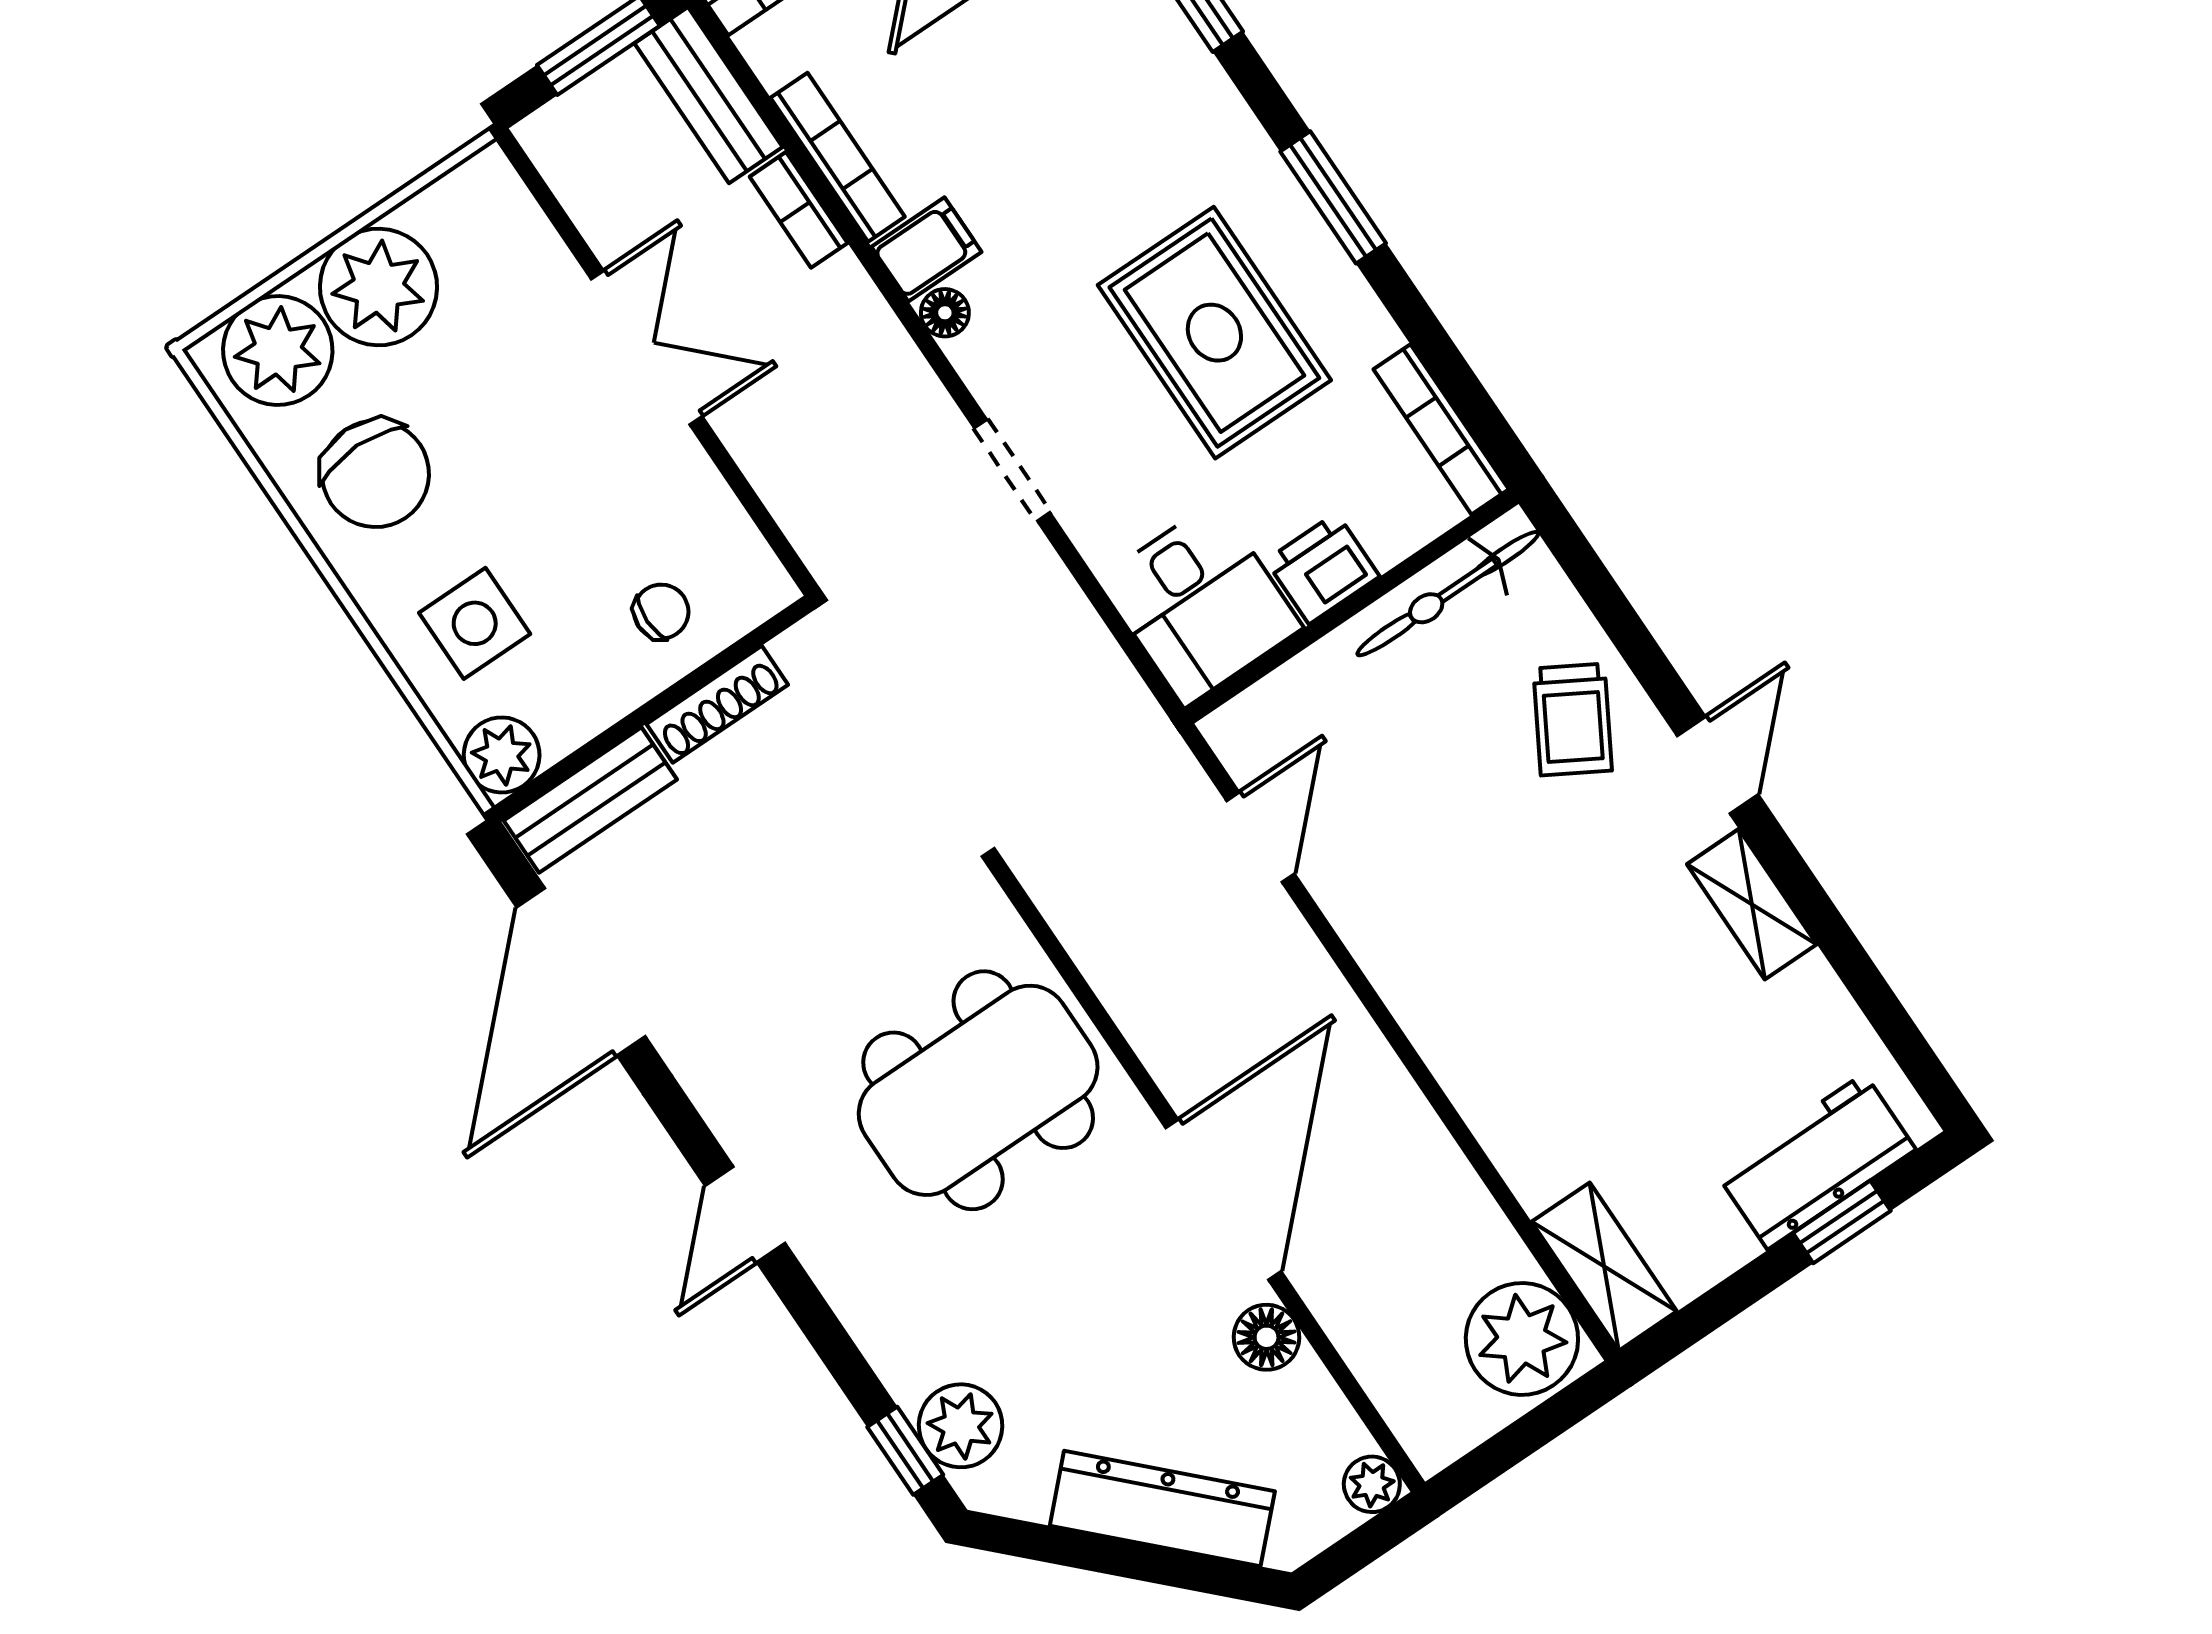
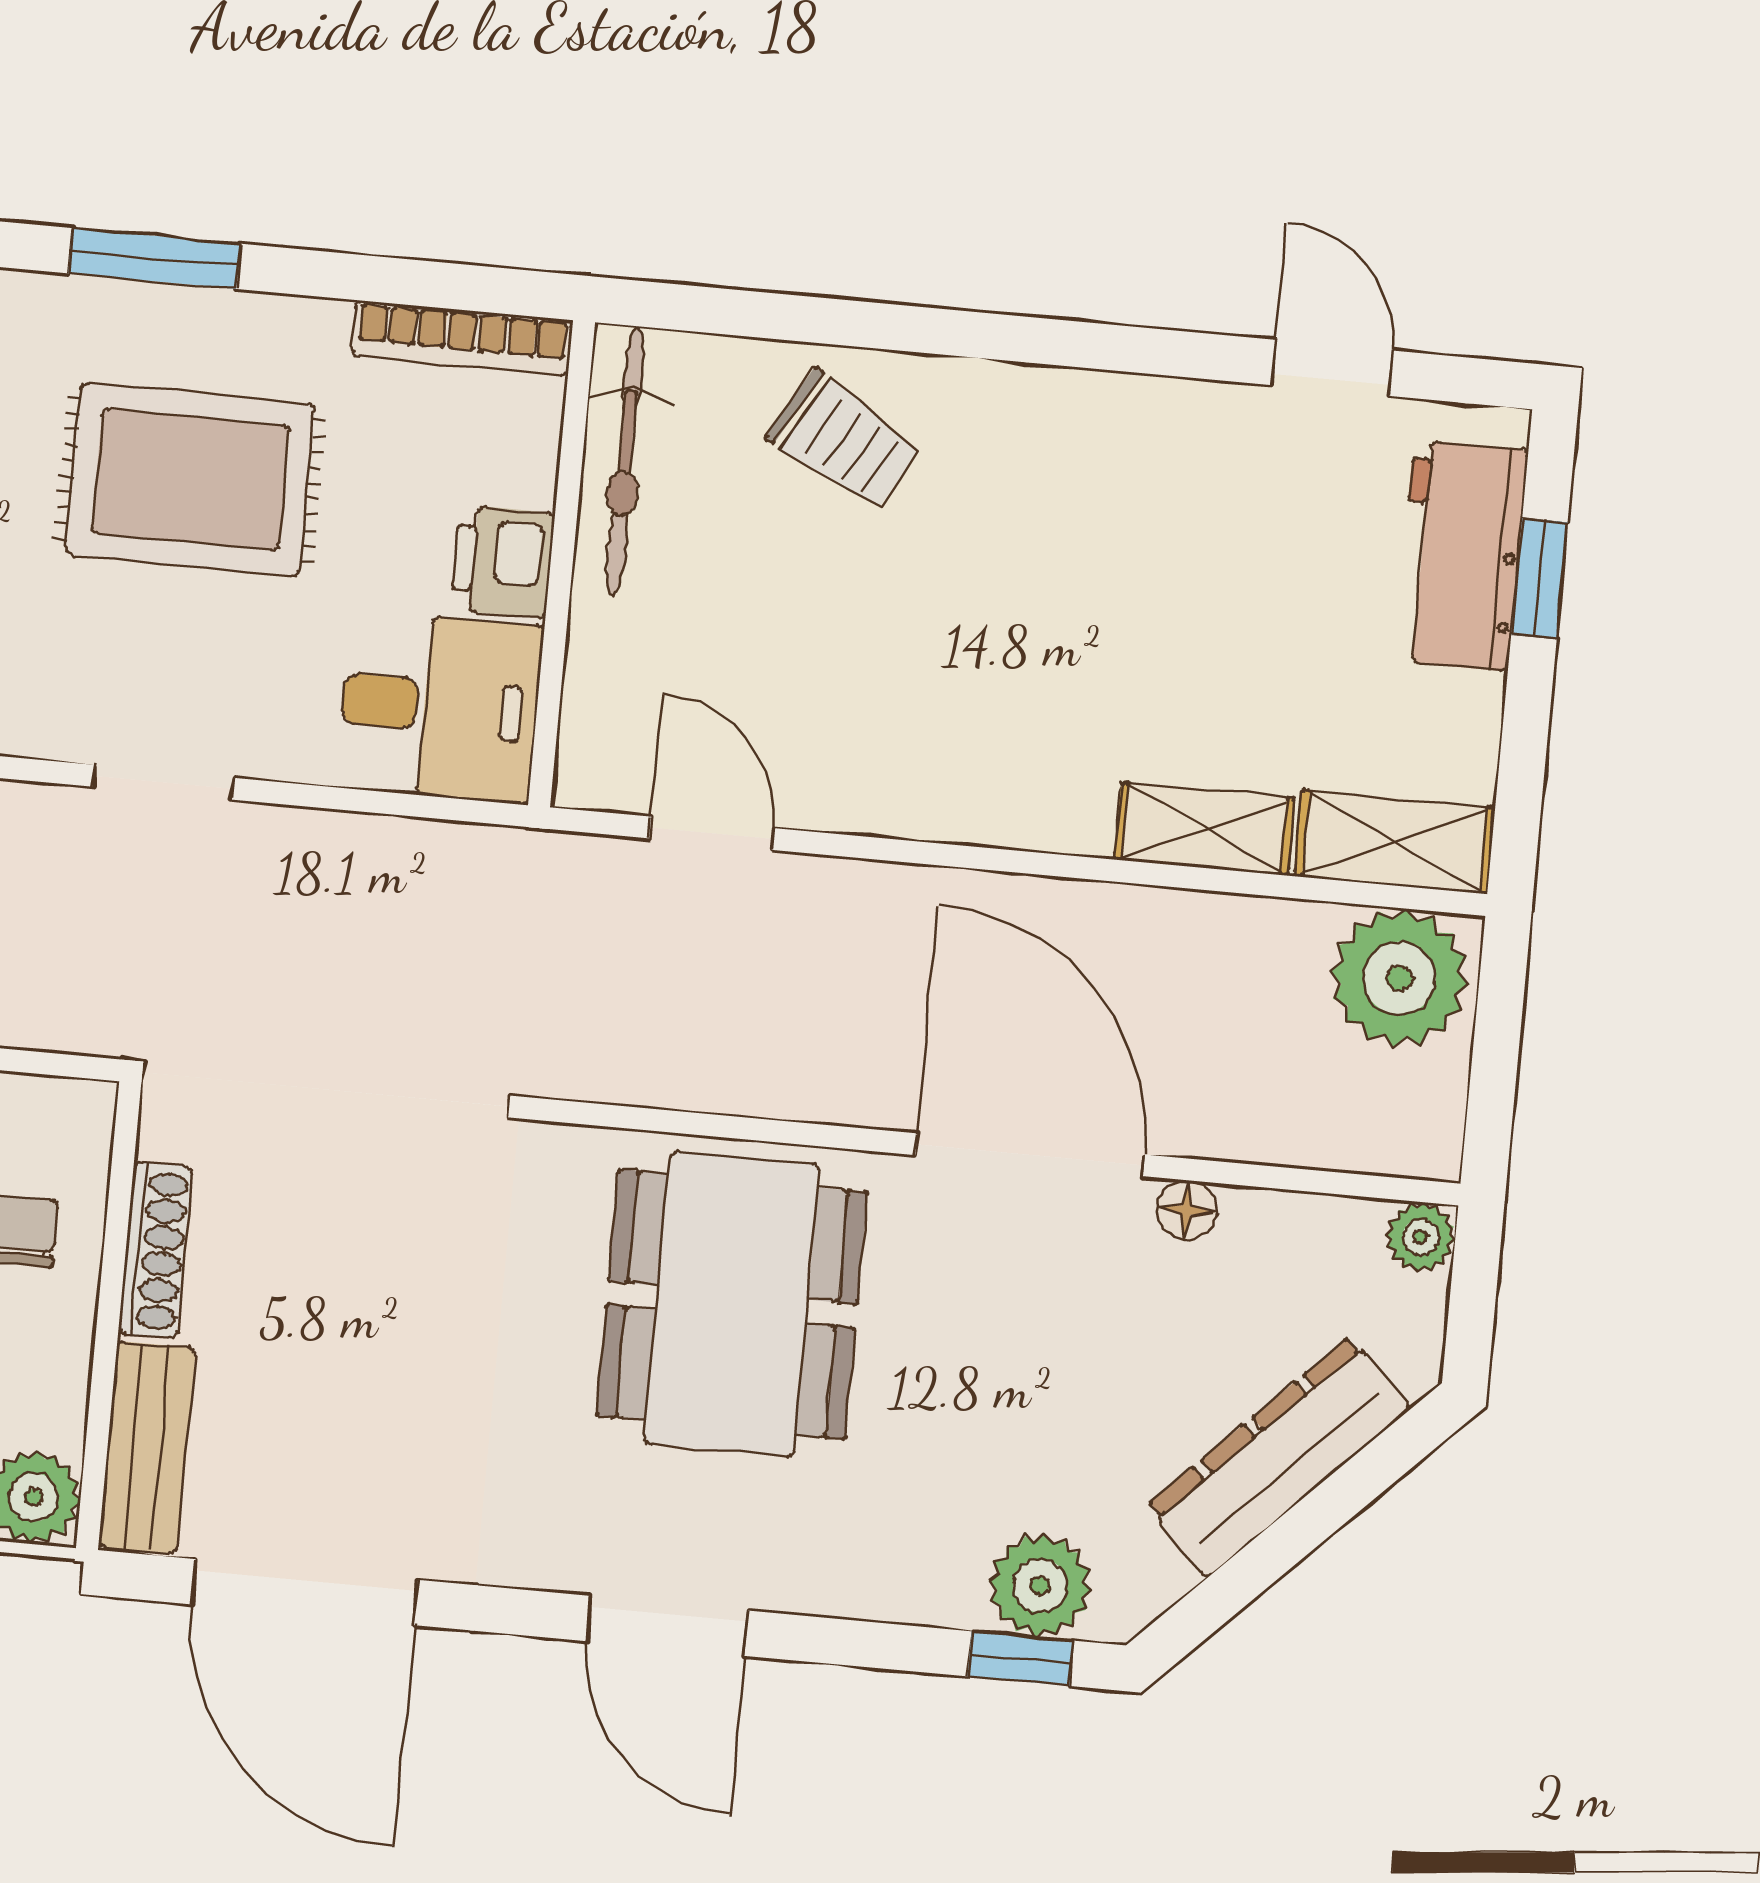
door: (1718, 765) -> (1332, 368), moved
shelving: (1752, 904) -> (1204, 829), moved
door: (745, 1214) -> (667, 1626), width x1.38
floor lamp: (1267, 1337) -> (1186, 1210), width x0.73, depth x0.73

